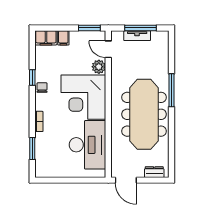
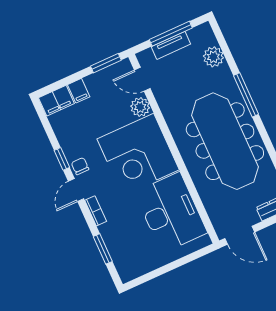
plant: (162, 56) -> (213, 57), added
door: (32, 102) -> (76, 190), added

